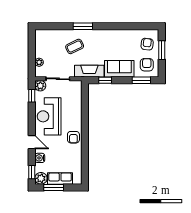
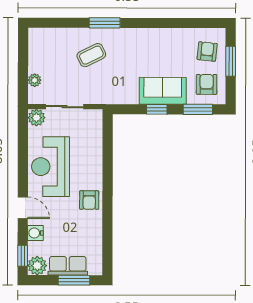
fireplace: (89, 71) -> (115, 95), removed
window: (105, 80) -> (157, 109), moved
window: (32, 96) -> (23, 134), removed
window: (54, 187) -> (74, 280), moved

